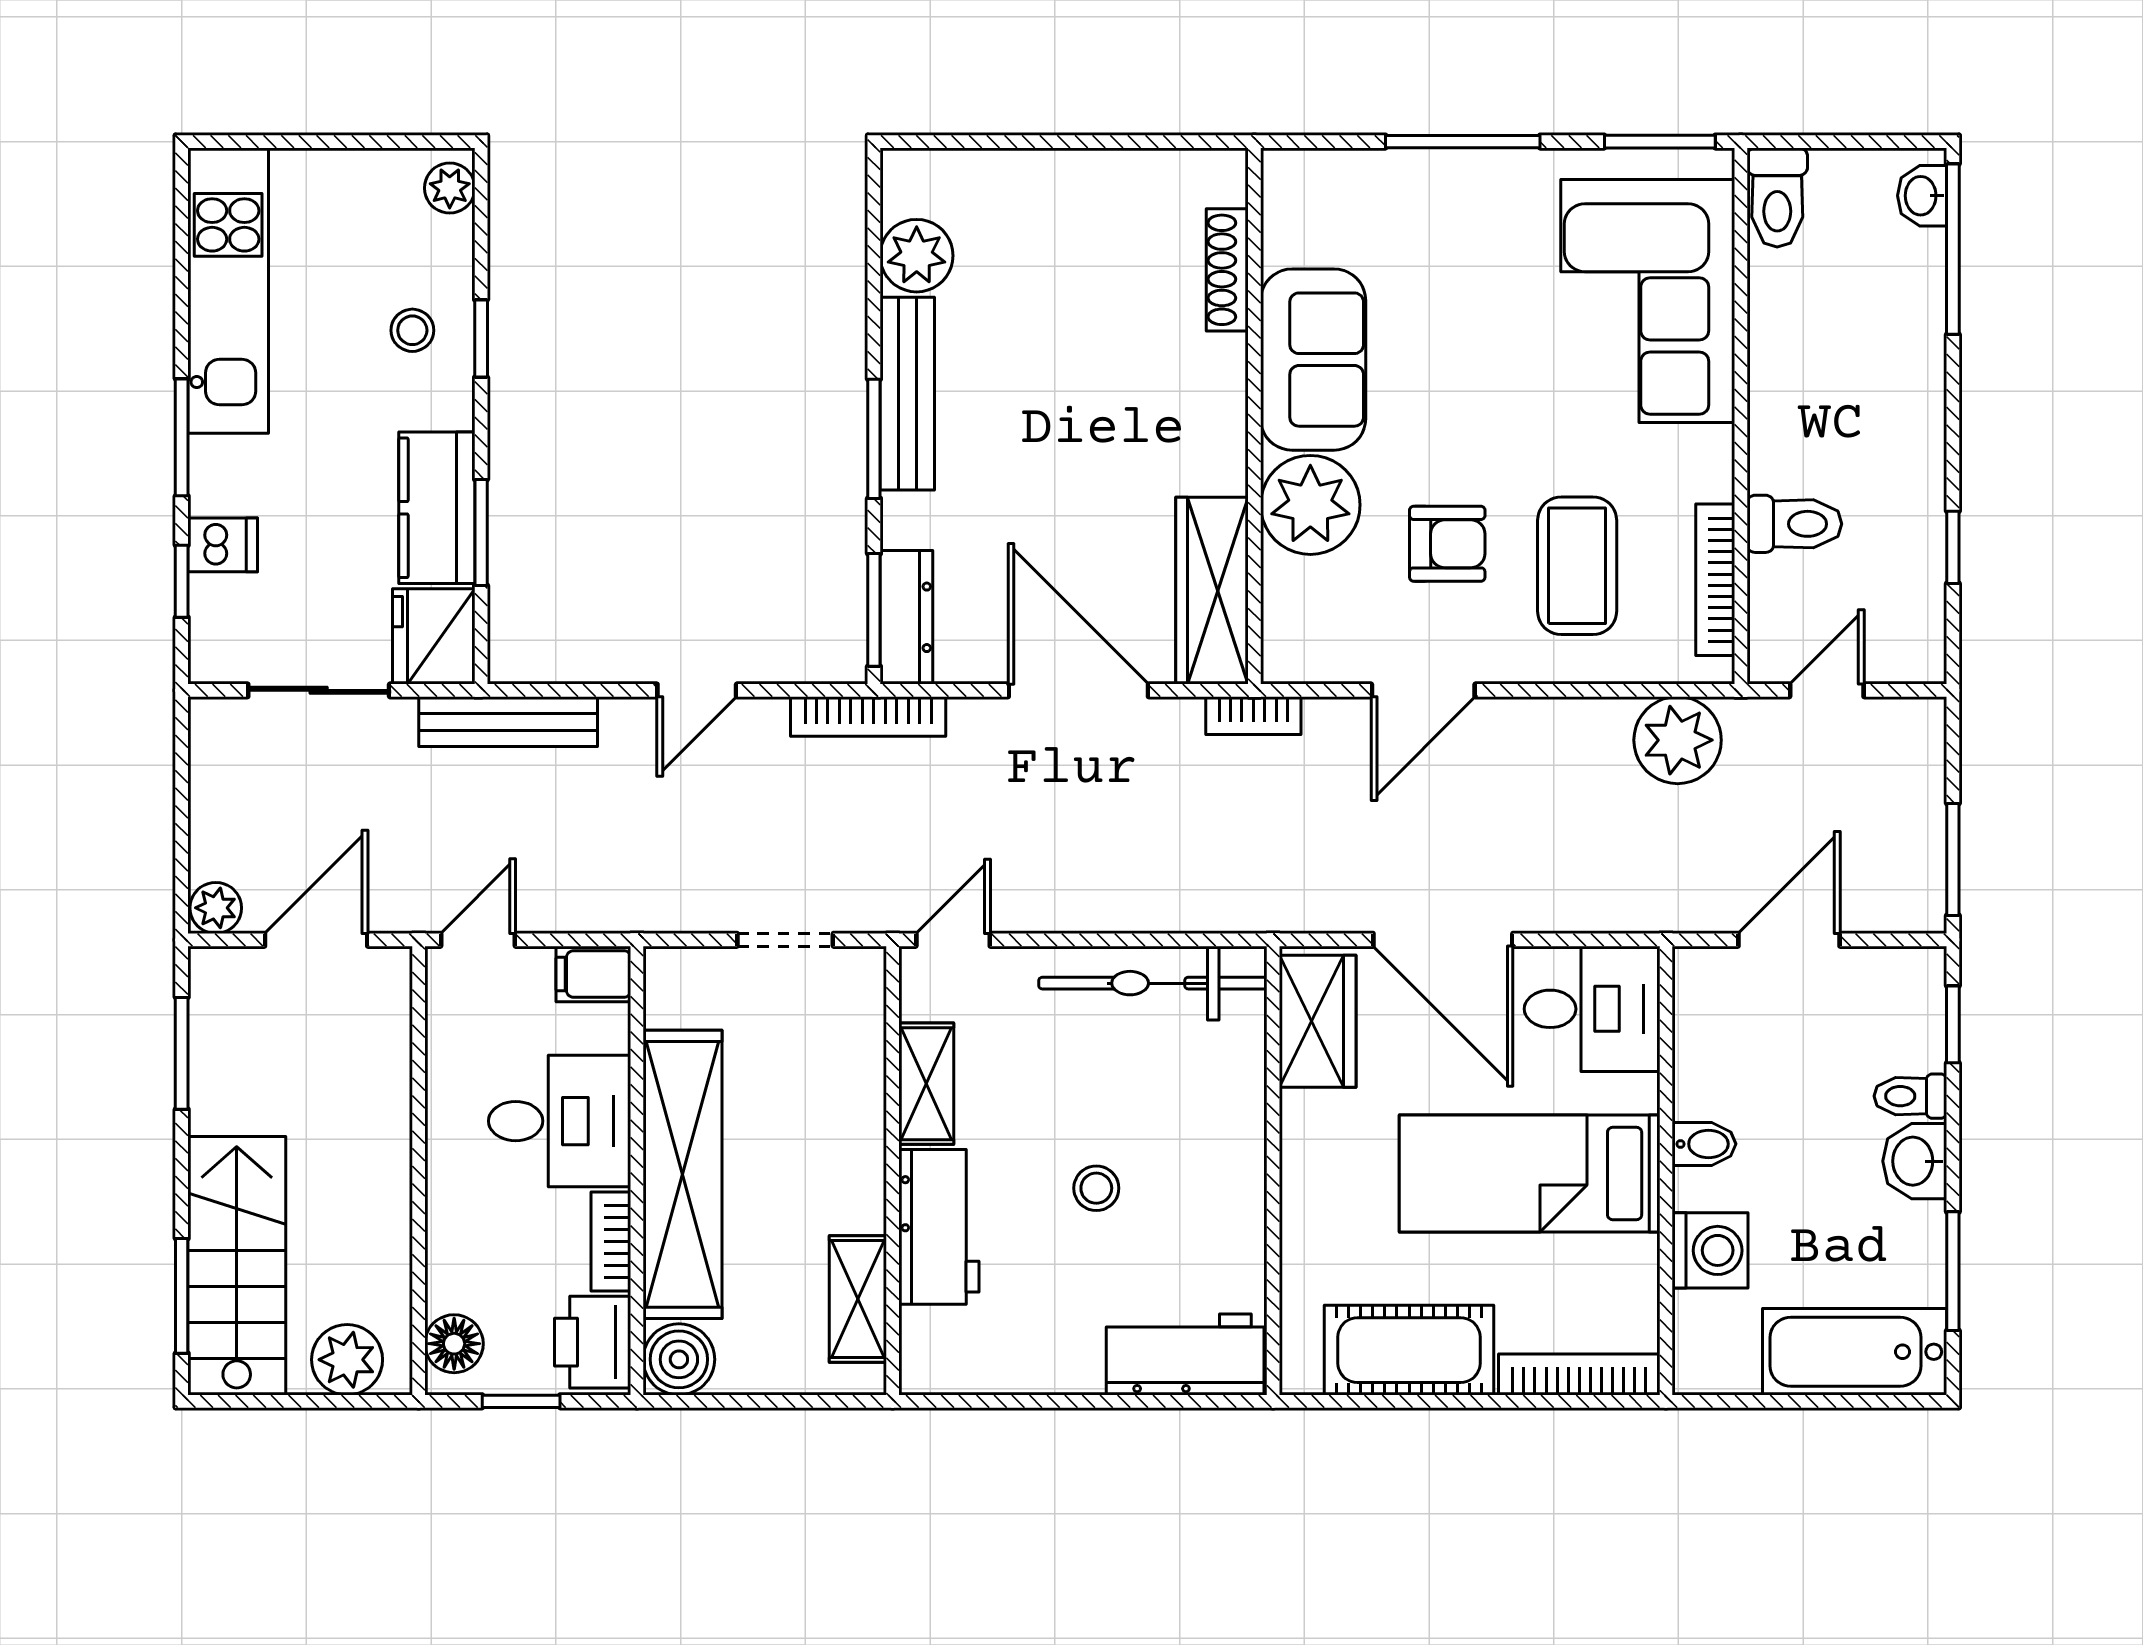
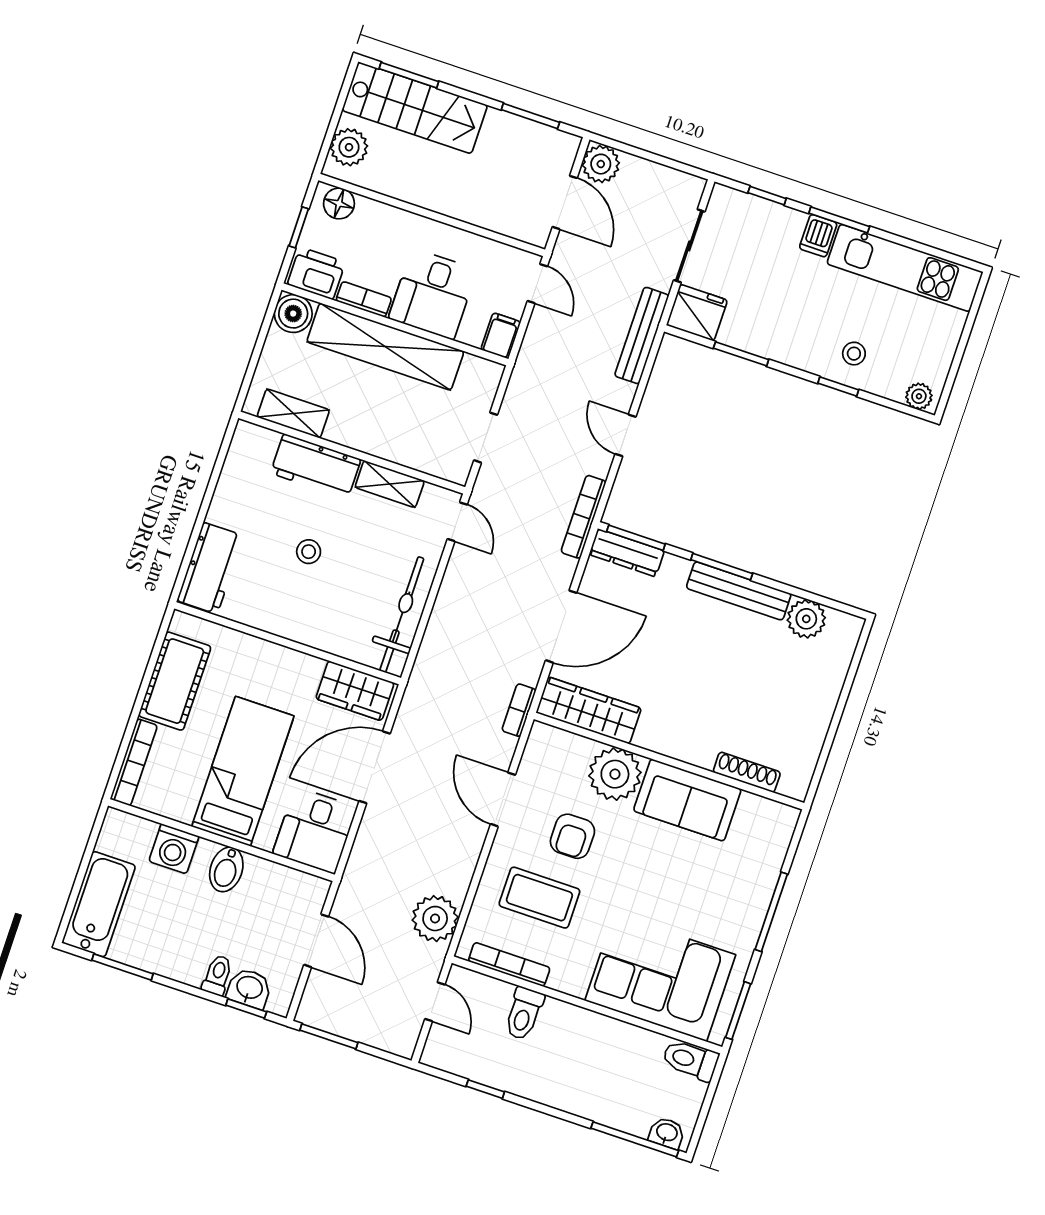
kitchen counter: (437, 508) -> (761, 336), removed
dishwasher: (223, 545) -> (818, 236), moved
plant: (216, 908) -> (601, 164), width x1.38, depth x1.38
bidet: (1704, 1144) -> (226, 869), width x1.38, depth x1.36
washbasin: (1915, 1161) -> (249, 988), moved

